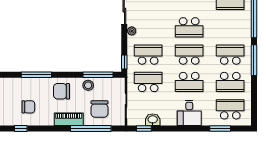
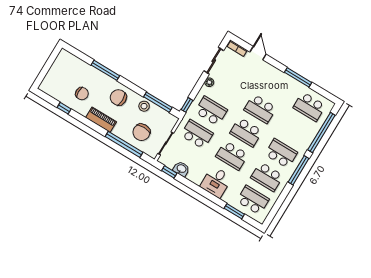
school desk: (189, 55) -> (246, 132), turned 180
piano: (69, 119) -> (101, 120), moved

